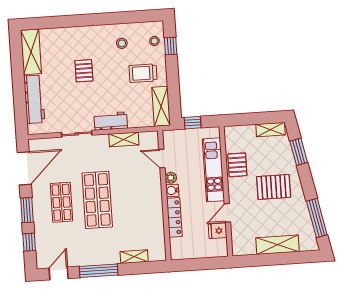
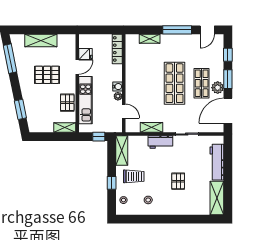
window: (171, 46) -> (112, 183), moved
shelving: (270, 130) -> (65, 128), moved
pallet: (274, 187) -> (47, 75), moved
plant: (40, 198) -> (218, 88), added
locker: (174, 217) -> (117, 49), moved

